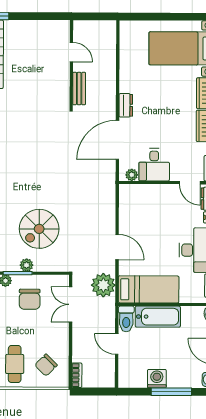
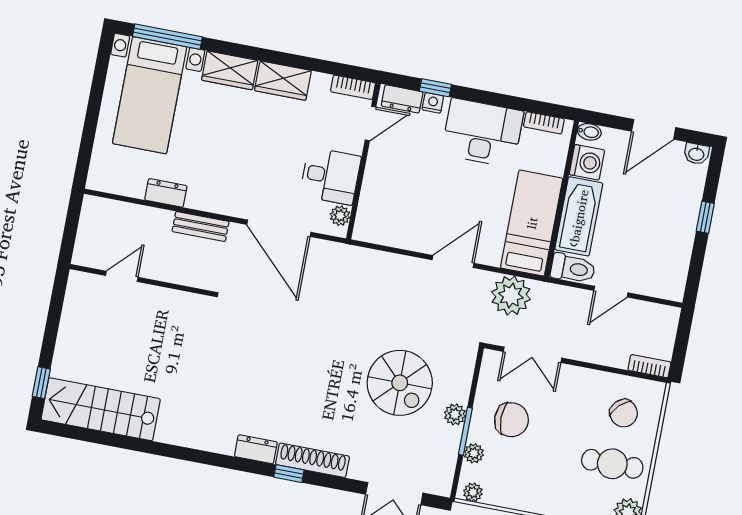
bench: (79, 89) -> (201, 227), moved
dresser: (126, 105) -> (166, 193), moved
washing machine: (157, 379) -> (587, 162), moved, turned 180
window: (171, 392) -> (705, 217), width x0.46

